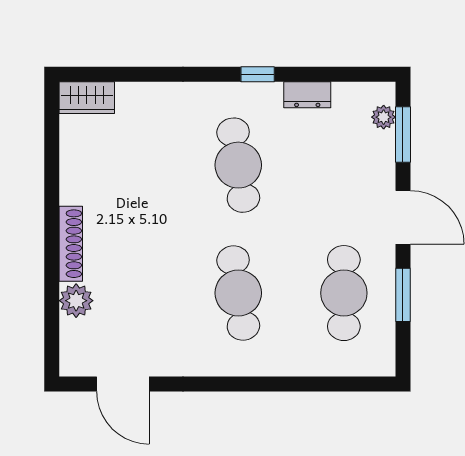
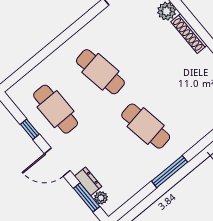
window: (258, 74) -> (170, 172), width x2.17
dresser: (307, 95) -> (88, 181), moved, turned 90
window: (403, 295) -> (30, 129), width x0.67

